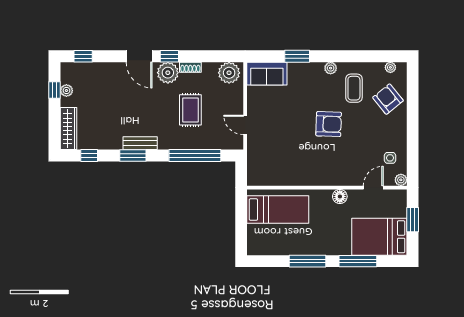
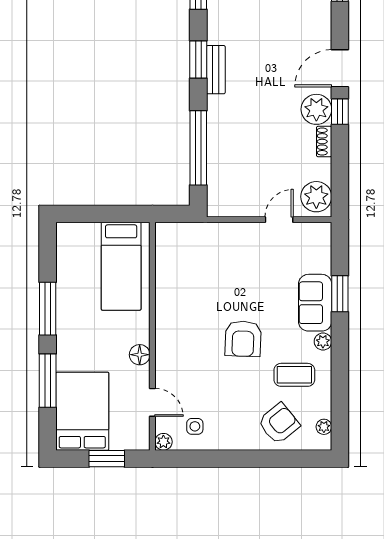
sofa: (267, 74) -> (315, 303), moved
rug: (190, 110) -> (263, 142), removed
door: (245, 125) -> (279, 220), moved

